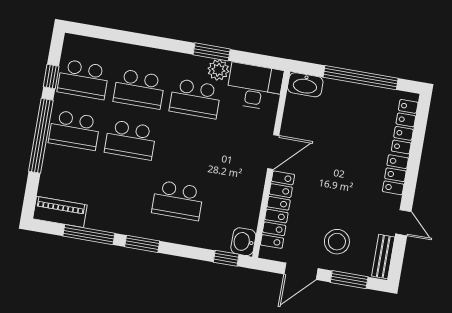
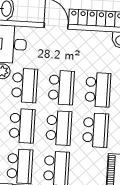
school desk: (186, 150) -> (61, 88), added
school desk: (122, 191) -> (96, 130), added

